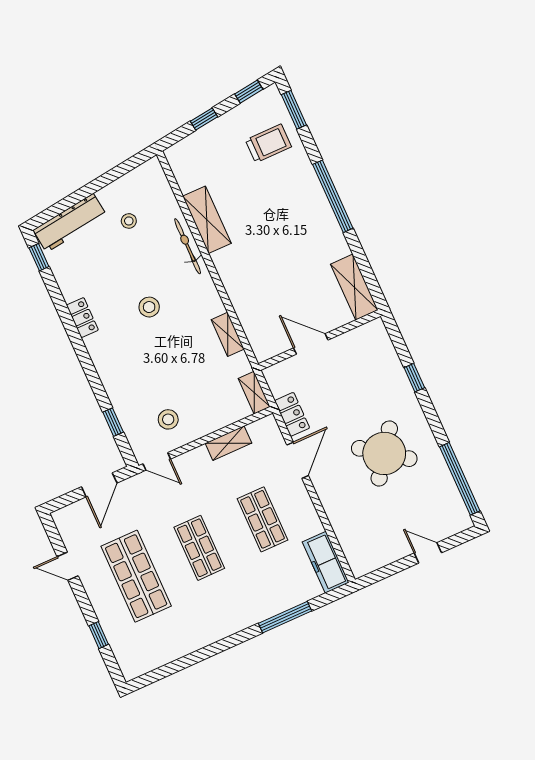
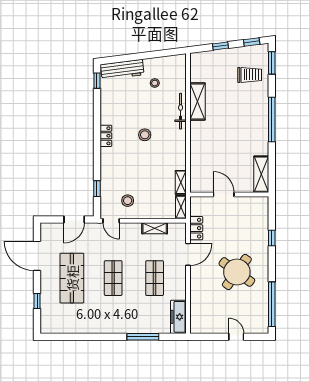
locker: (82, 318) -> (106, 136), moved
shelving: (228, 334) -> (181, 182), moved
door: (68, 566) -> (37, 256), width x1.88

